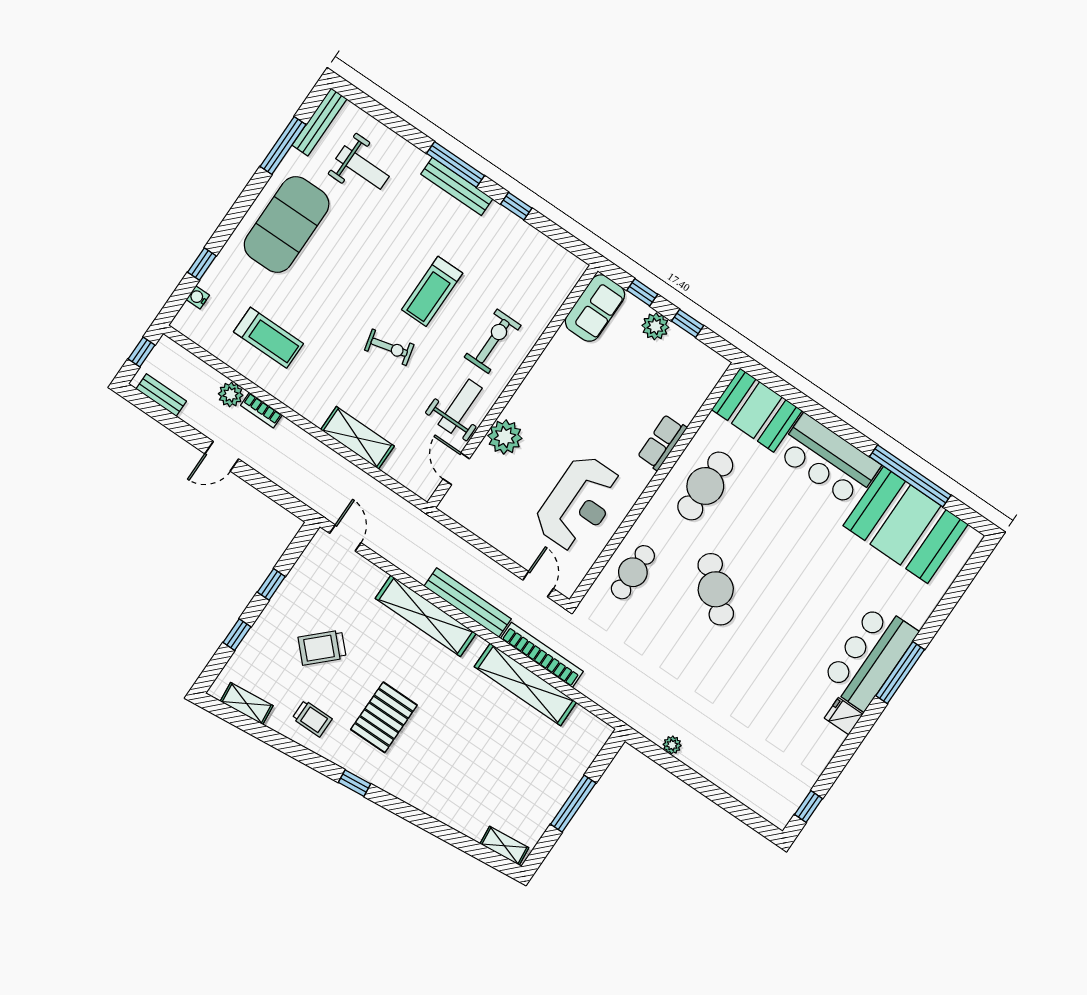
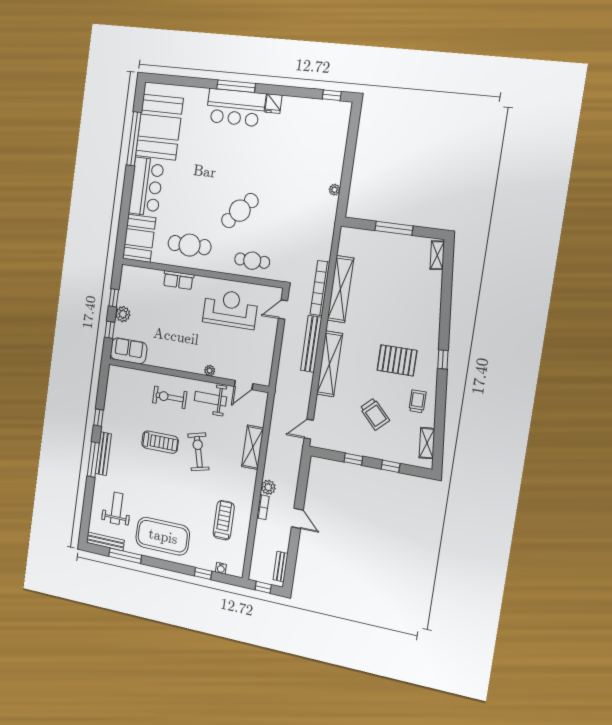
exercise bike: (389, 347) -> (198, 452), width x1.38, depth x1.39
plant: (231, 395) -> (268, 487), moved
plant: (505, 437) -> (210, 371), width x0.53, depth x0.53

